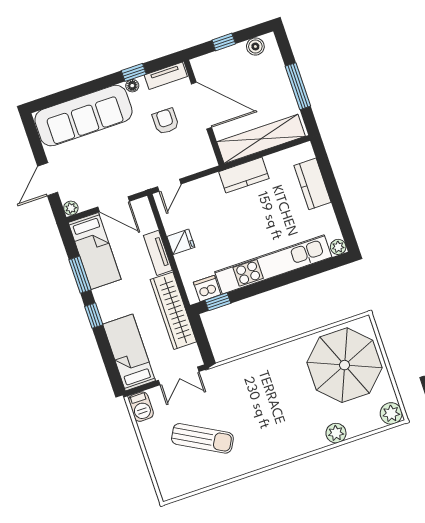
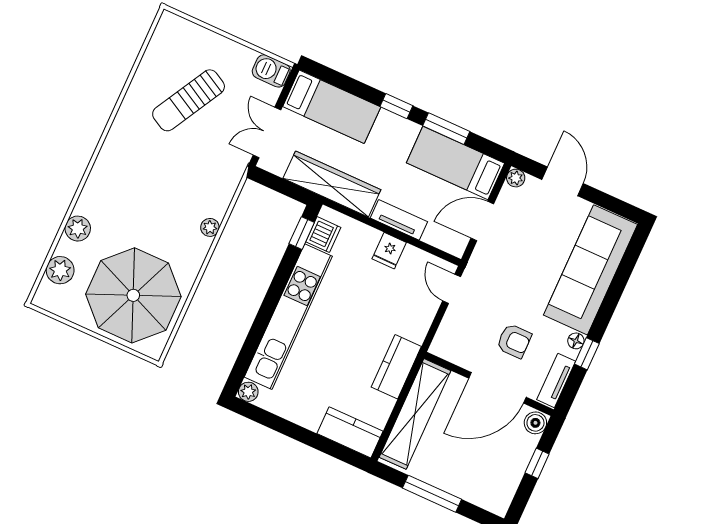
boiler: (255, 46) -> (535, 423), moved
kitchen counter: (313, 184) -> (350, 432), moved
plant: (264, 358) -> (210, 227), added
plant: (391, 413) -> (60, 270), moved

